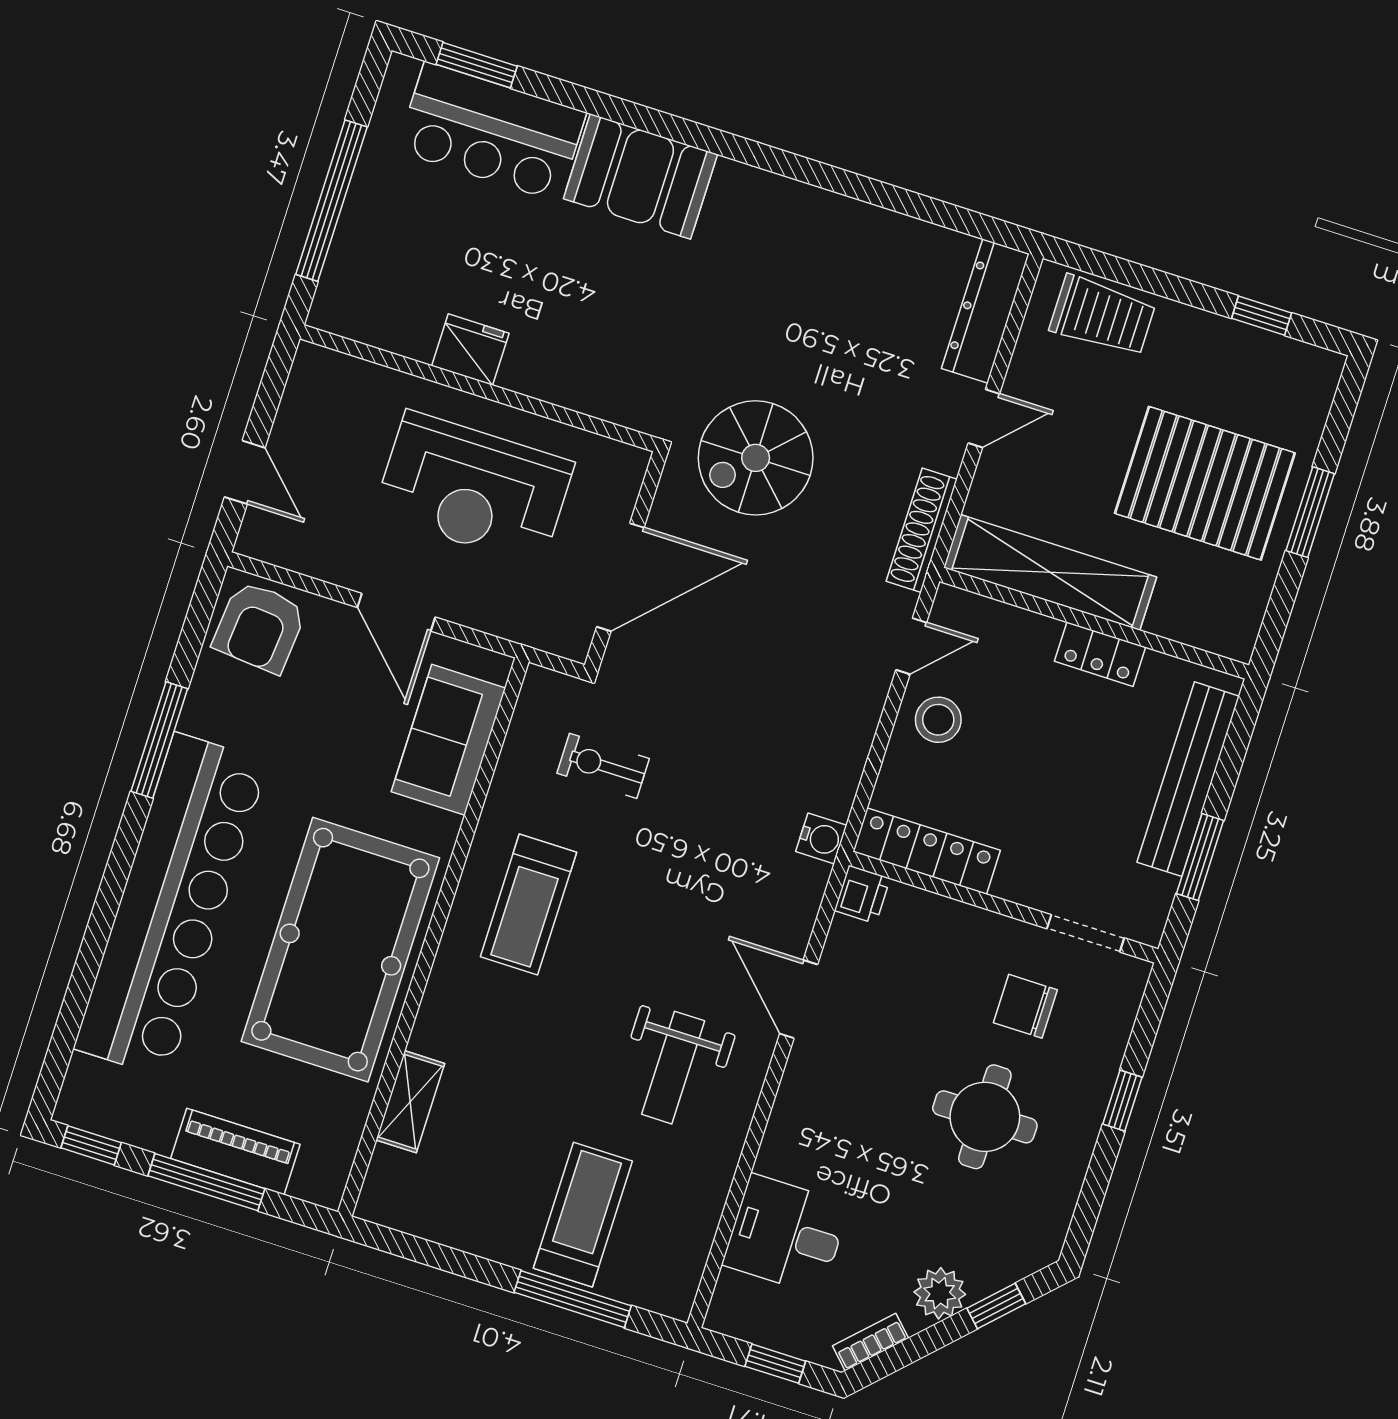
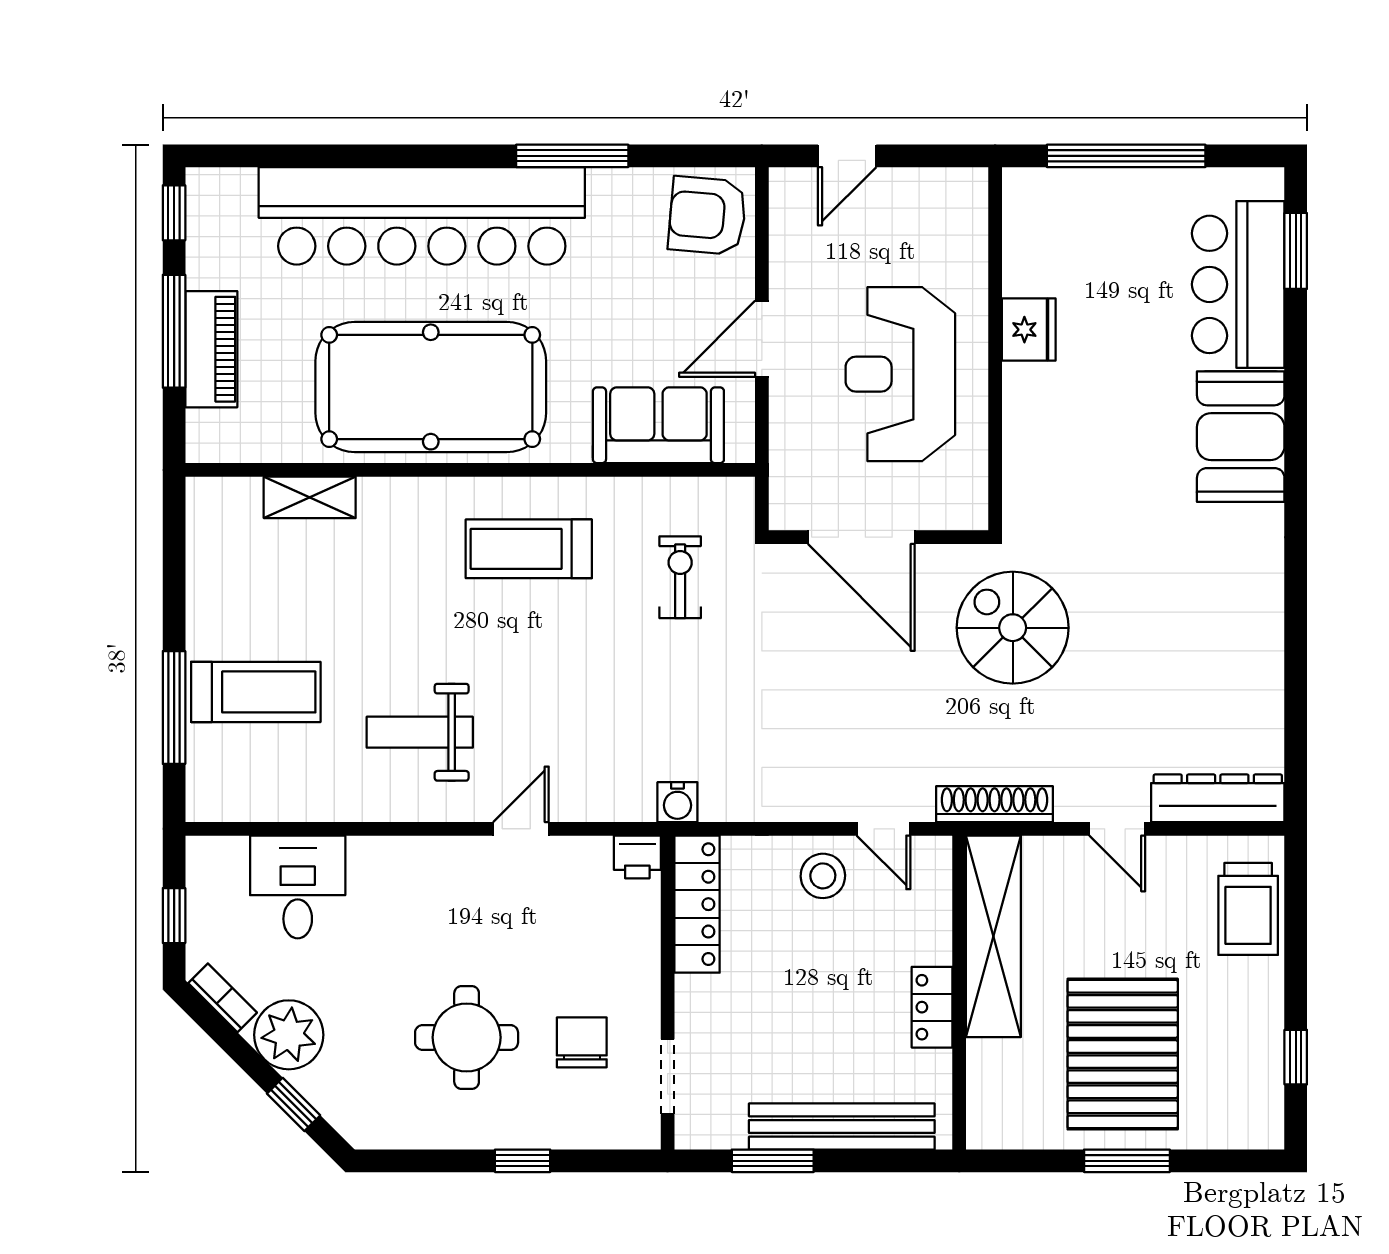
door: (799, 999) -> (521, 829), width x0.73
plant: (940, 1293) -> (289, 1035), width x1.36, depth x1.36

